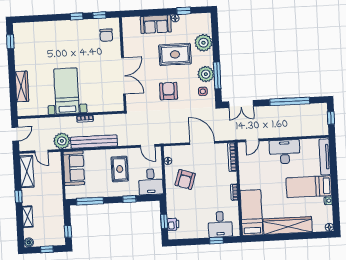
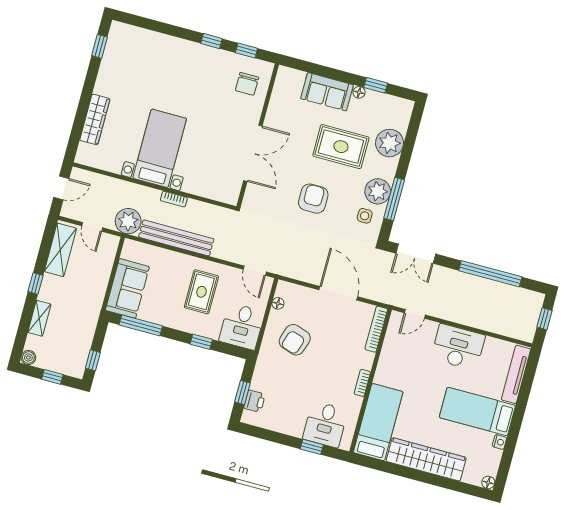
sofa: (74, 168) -> (127, 288), moved

